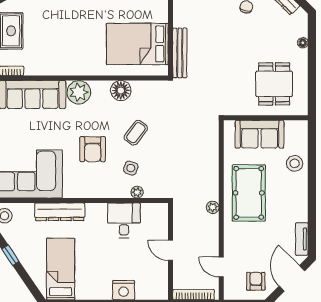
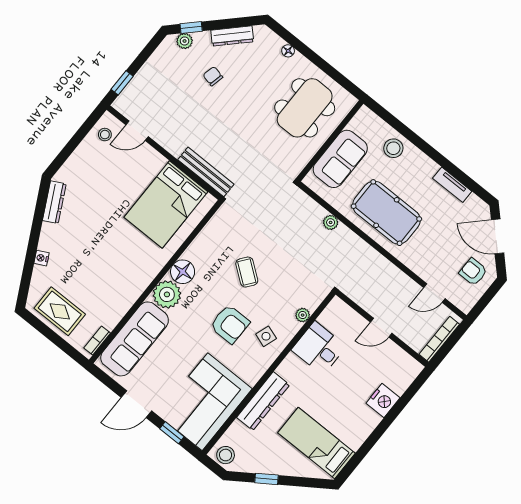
dining table: (274, 84) -> (305, 108), width x1.38
floor lamp: (121, 91) -> (183, 272), moved
side table: (131, 168) -> (266, 336), moved
plant: (213, 207) -> (331, 222), moved
tv unit: (302, 239) -> (452, 185), moved

